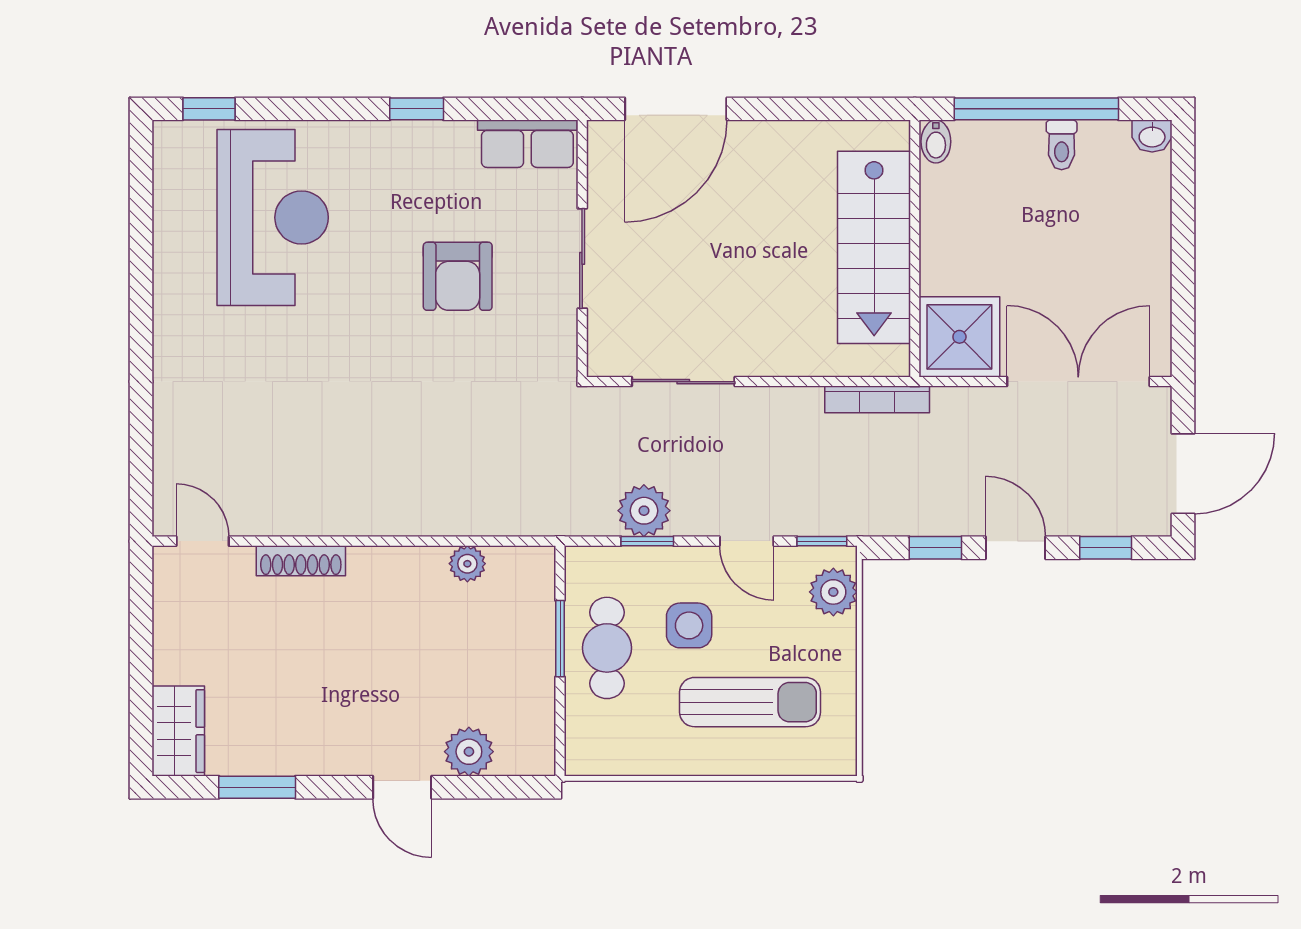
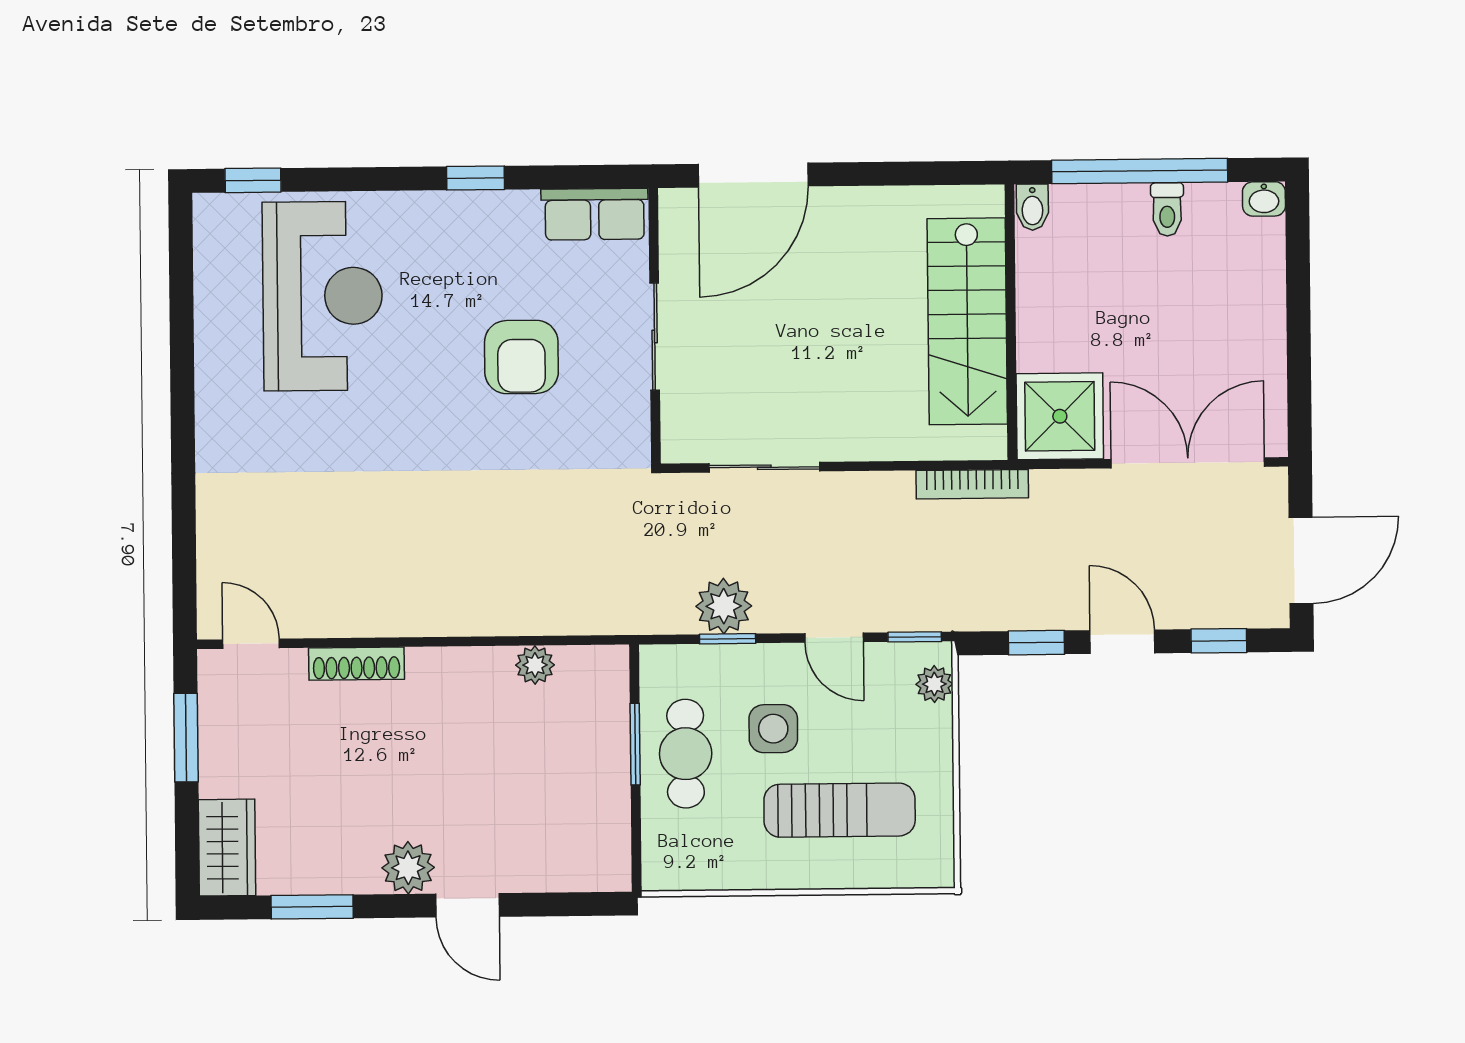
plant: (833, 592) -> (934, 684), width x0.73, depth x0.73
window: (141, 628) -> (186, 738), added
plant: (469, 752) -> (408, 868), moved

